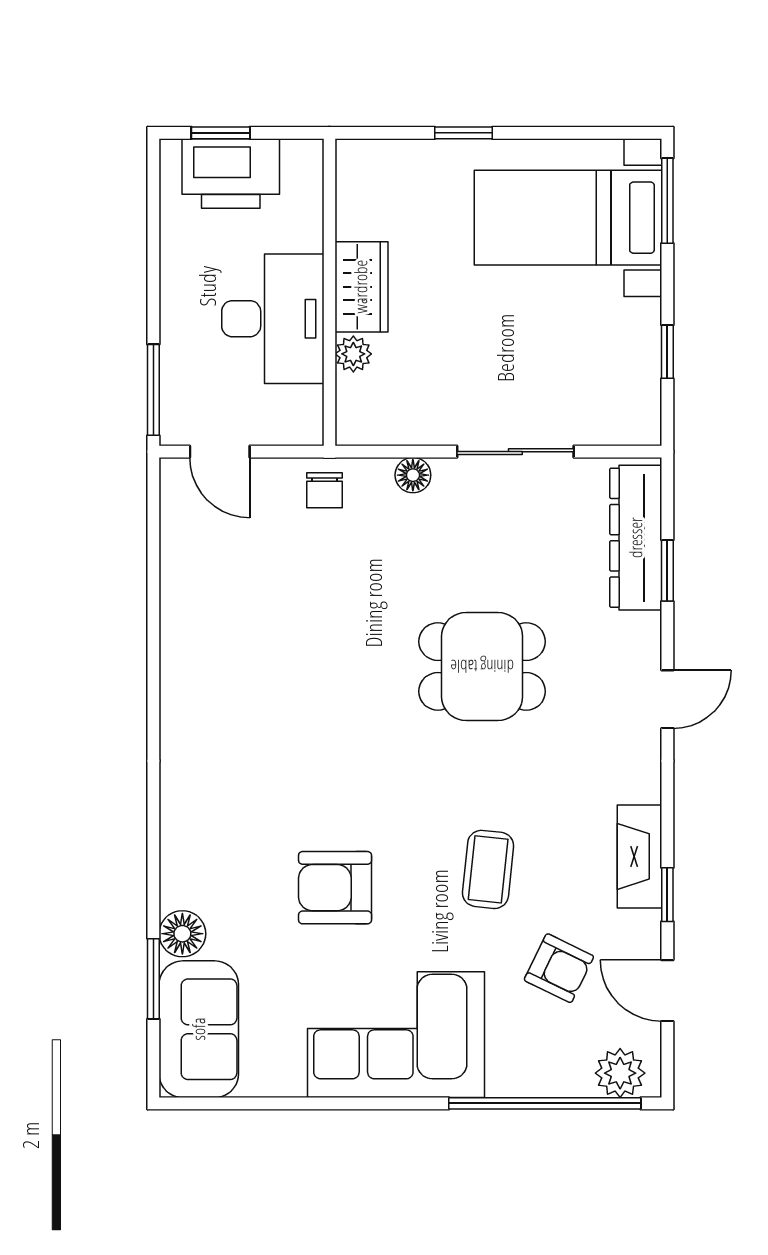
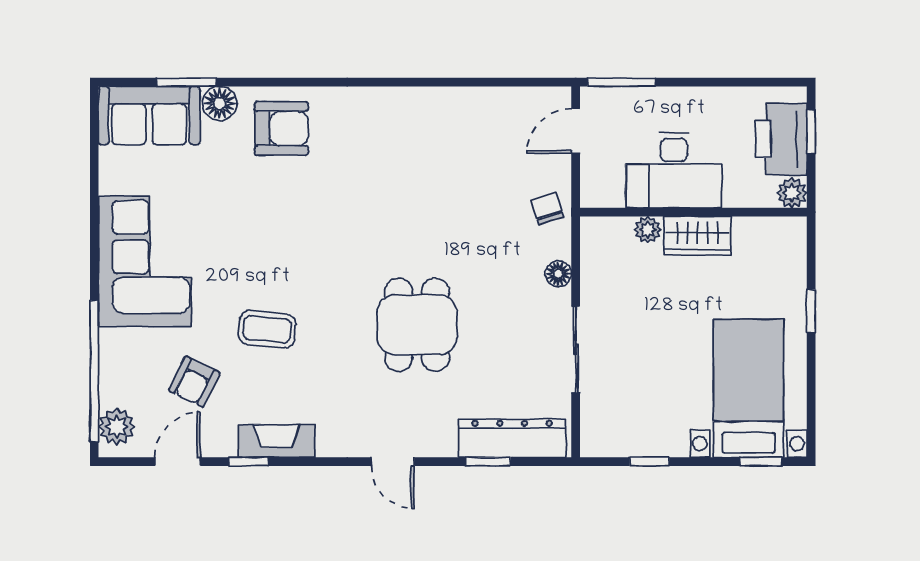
plant: (303, 159) -> (792, 193), added
window: (667, 201) -> (761, 462), width x0.67
chair: (325, 490) -> (547, 208), turned 73
armchair: (335, 888) -> (281, 128), moved, turned 90

